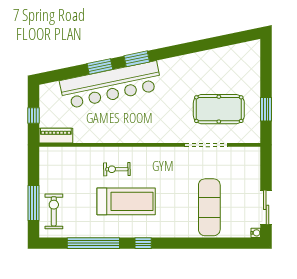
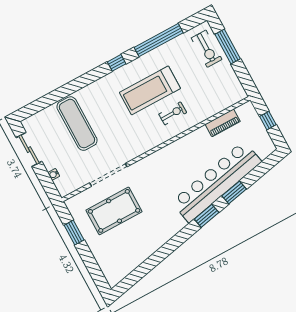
piano: (56, 136) -> (223, 123), moved
water cooler: (256, 233) -> (54, 174), moved

